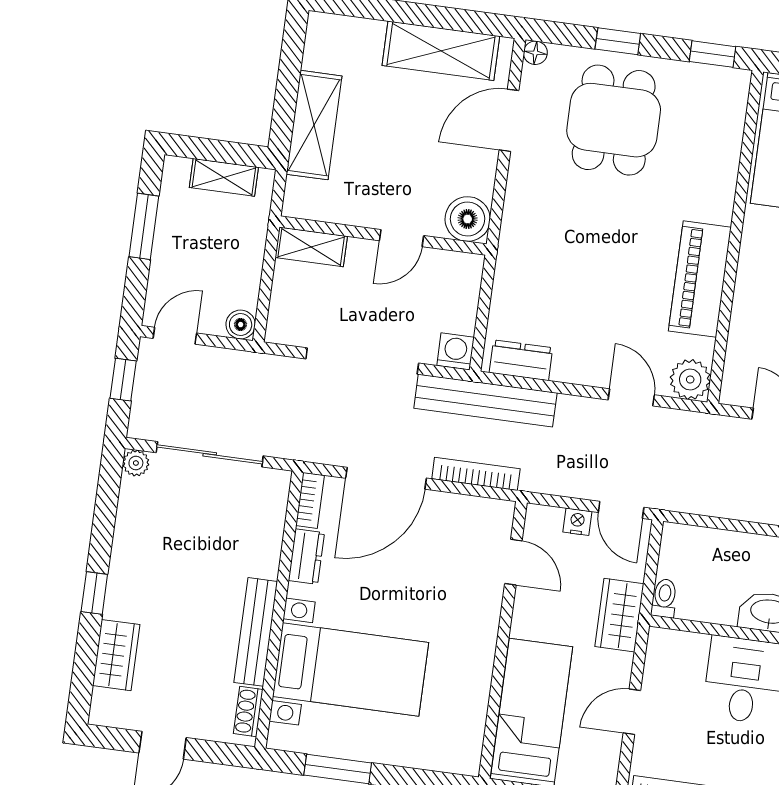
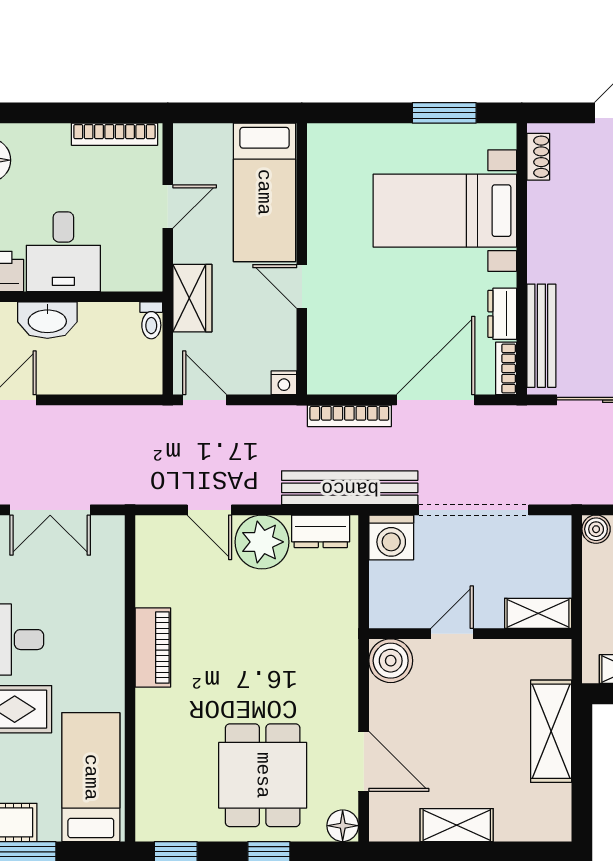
shelving: (441, 51) -> (457, 825), width x0.67, depth x0.75
floor lamp: (535, 53) -> (343, 826), width x1.37, depth x1.37
door: (509, 120) -> (364, 761), hinge flipped
piano: (700, 279) -> (153, 647), width x0.73, depth x0.75
washing machine: (456, 351) -> (391, 537), width x1.38, depth x1.38
plant: (690, 380) -> (262, 542), moved, width x1.36, depth x1.36
nightstand: (577, 522) -> (284, 383), moved
door: (513, 562) -> (302, 287), moved
bench: (256, 632) -> (541, 336), moved

